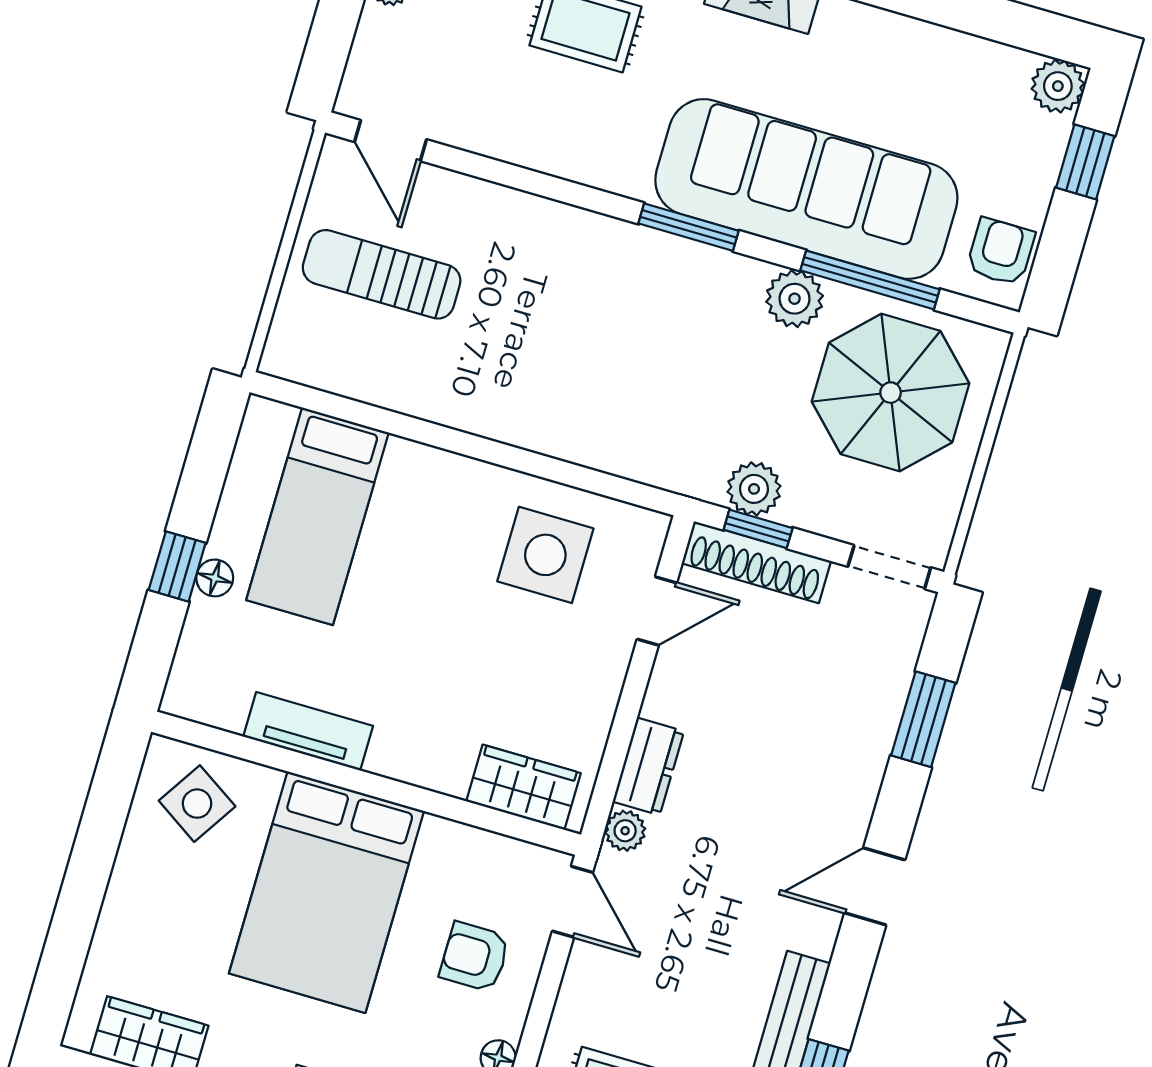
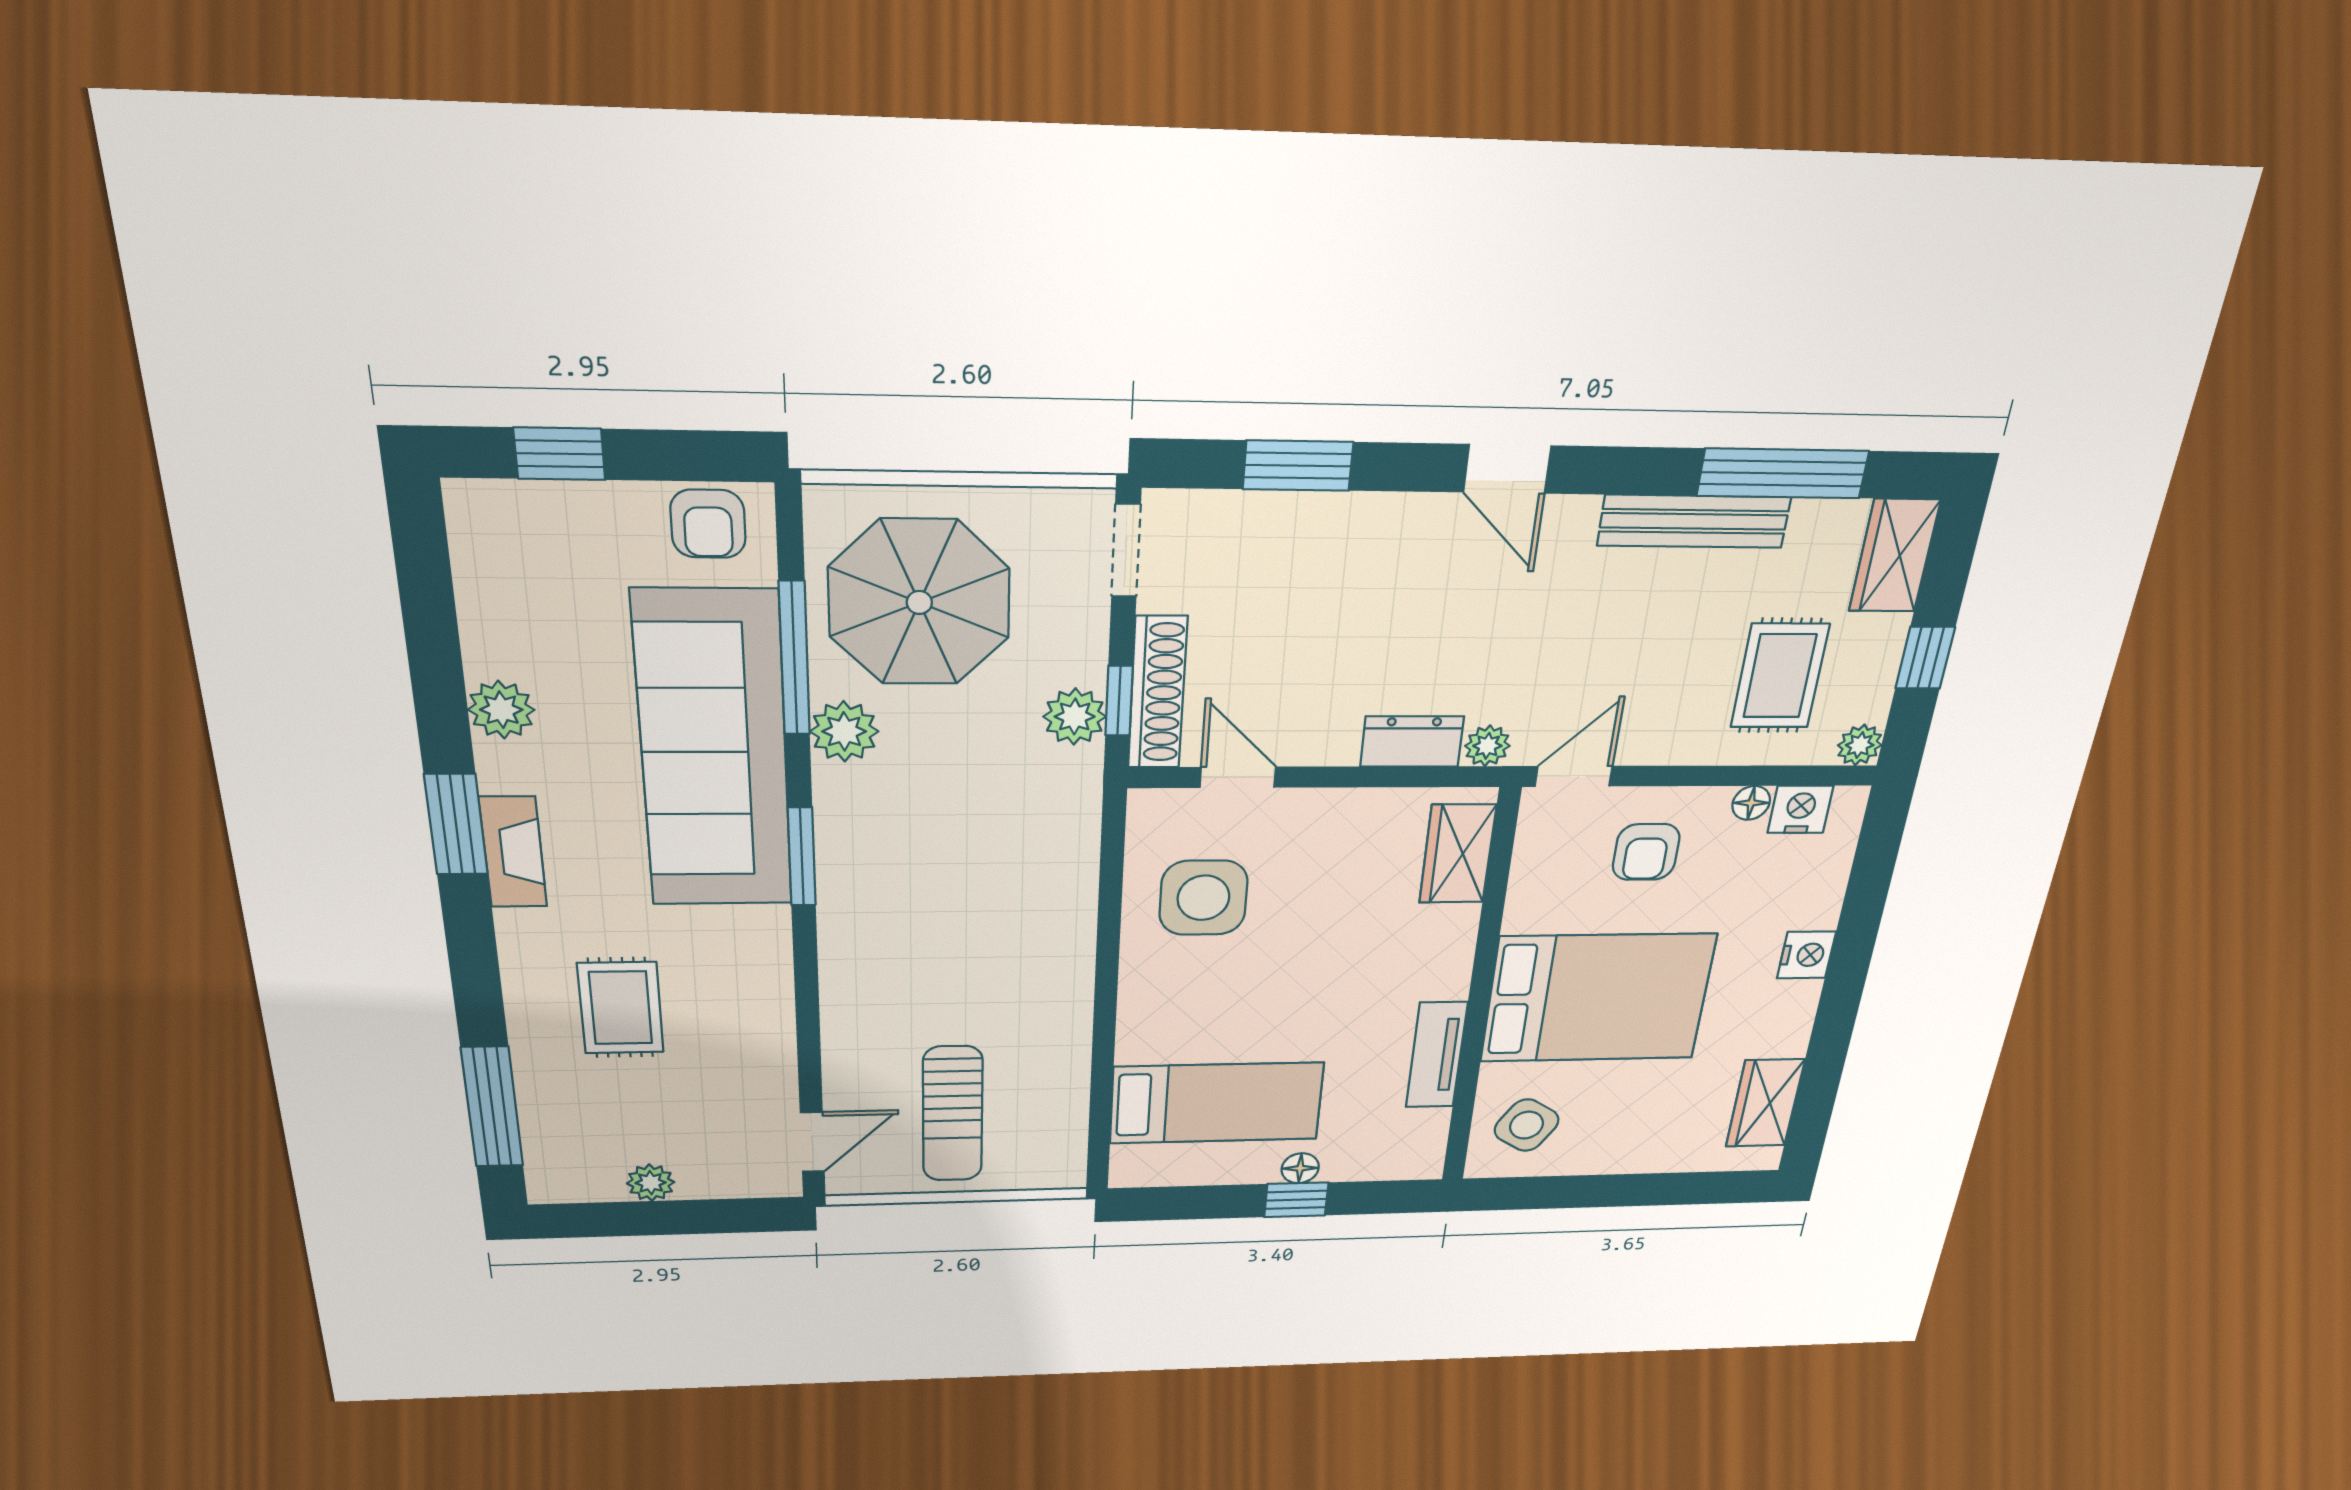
plant: (1058, 86) -> (501, 710), moved
armchair: (1001, 252) -> (708, 524), turned -90

